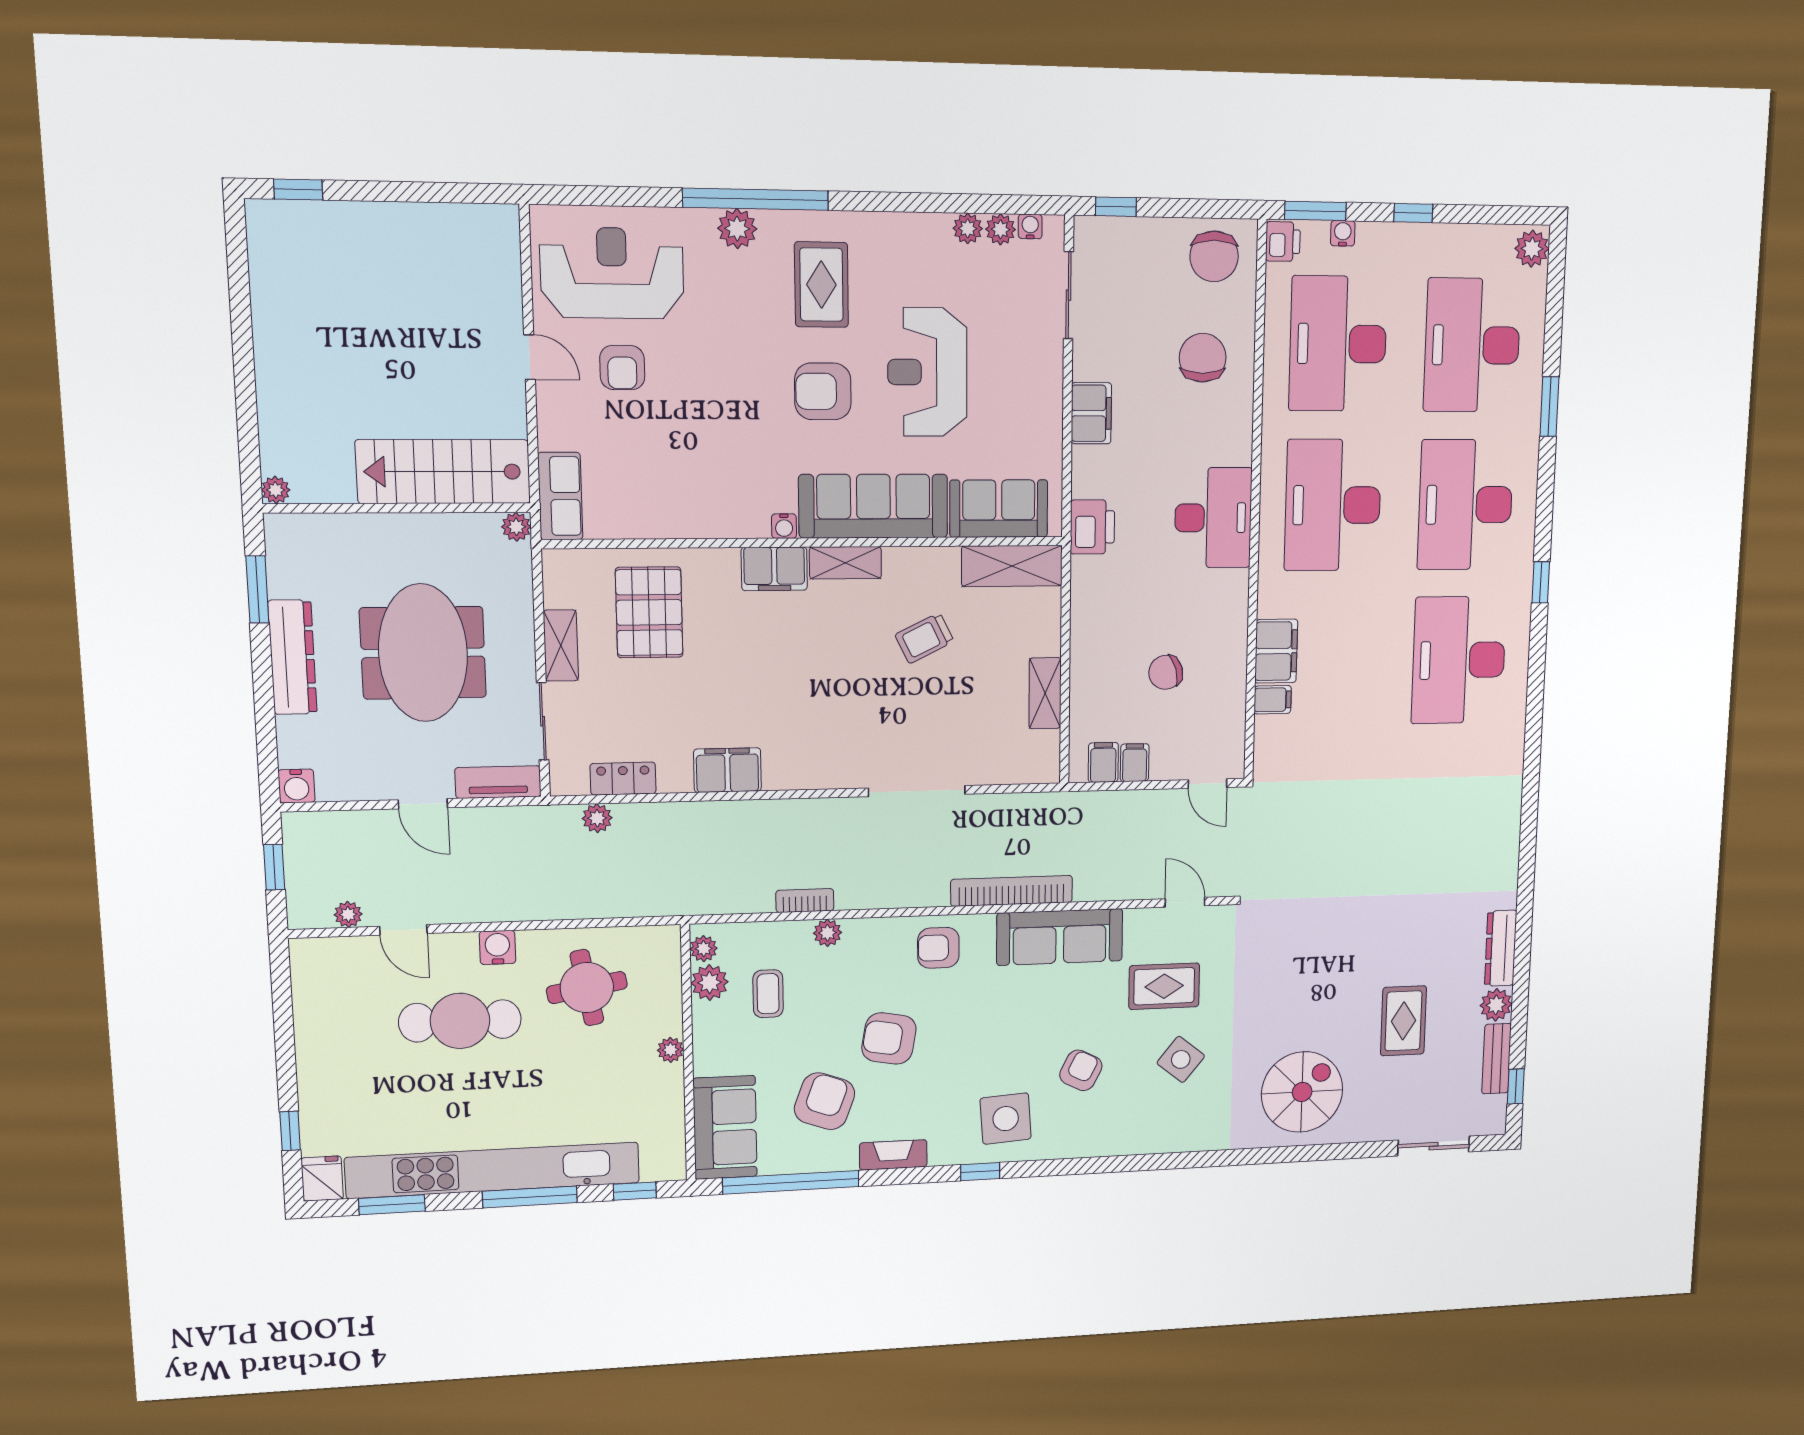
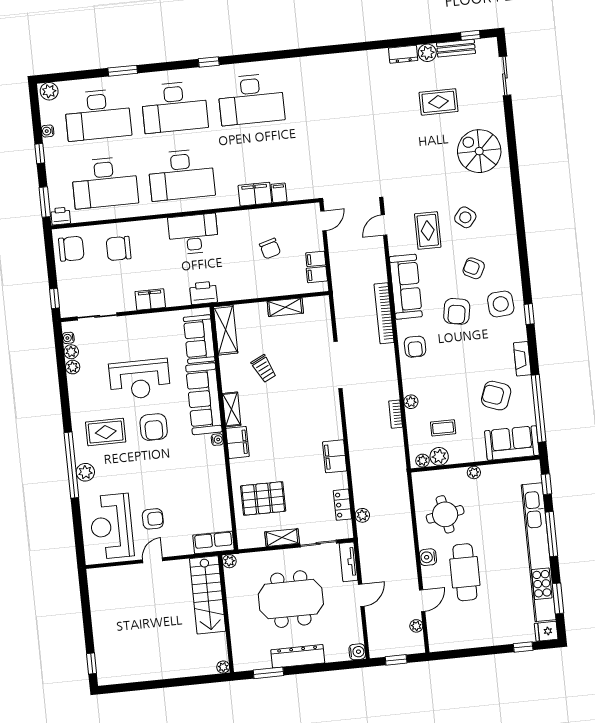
water cooler: (1343, 233) -> (48, 131), moved
dresser: (1501, 948) -> (403, 54), width x0.70
armchair: (889, 1038) -> (457, 311), moved

